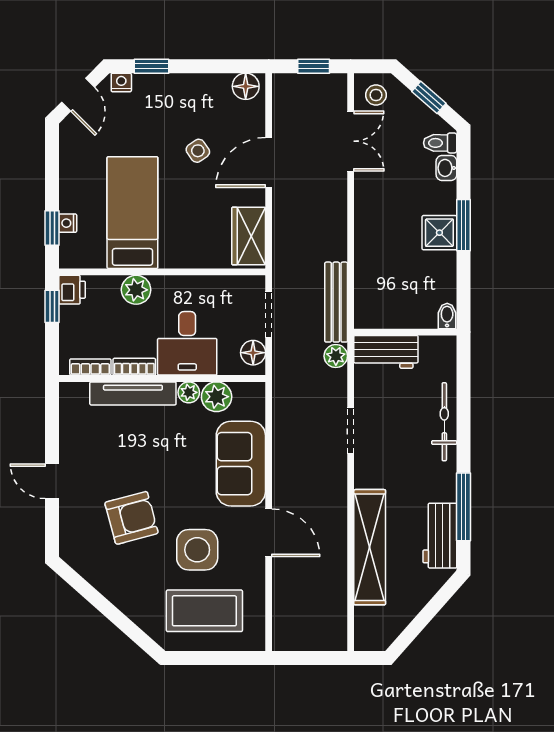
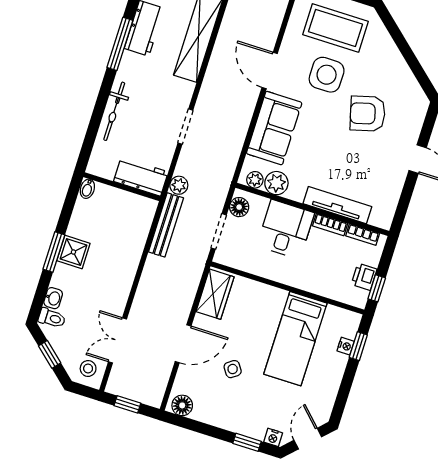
printer: (72, 290) -> (364, 277), moved
plant: (136, 290) -> (311, 281), removed
plant: (189, 392) -> (255, 180), moved

